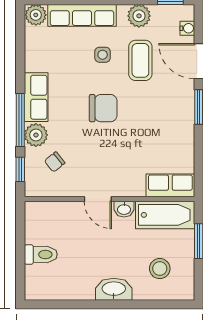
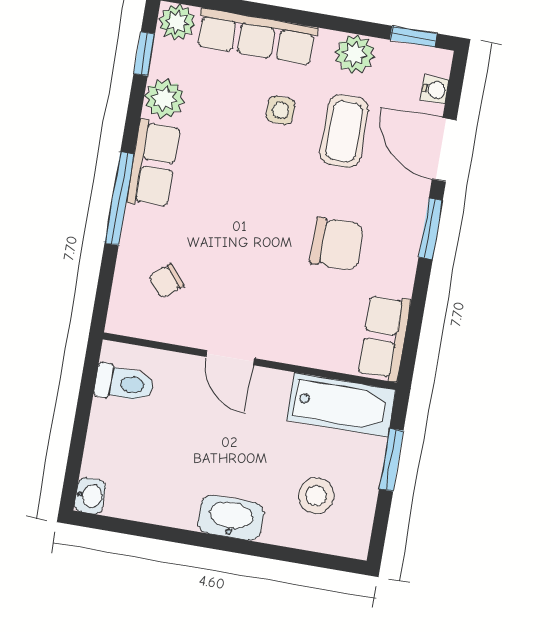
chair: (103, 108) -> (337, 244), moved
plant: (36, 135) -> (164, 99), moved
window: (20, 169) -> (144, 54), moved
row of seats: (170, 185) -> (384, 338), moved, turned -90
washbasin: (124, 209) -> (90, 496), moved, turned -90
toilet: (41, 254) -> (124, 383), moved

